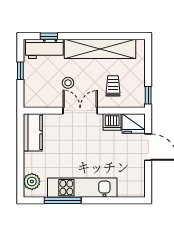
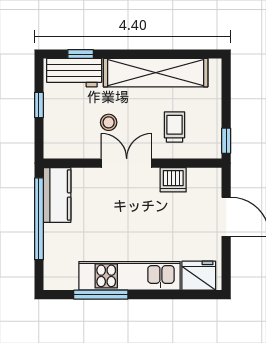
fridge: (134, 124) -> (199, 276), moved, turned 180
window: (20, 149) -> (39, 219), added
plant: (32, 182) -> (56, 267), removed

